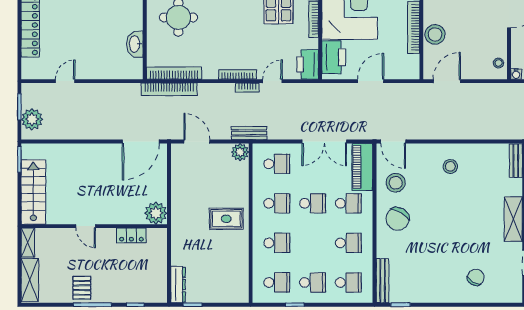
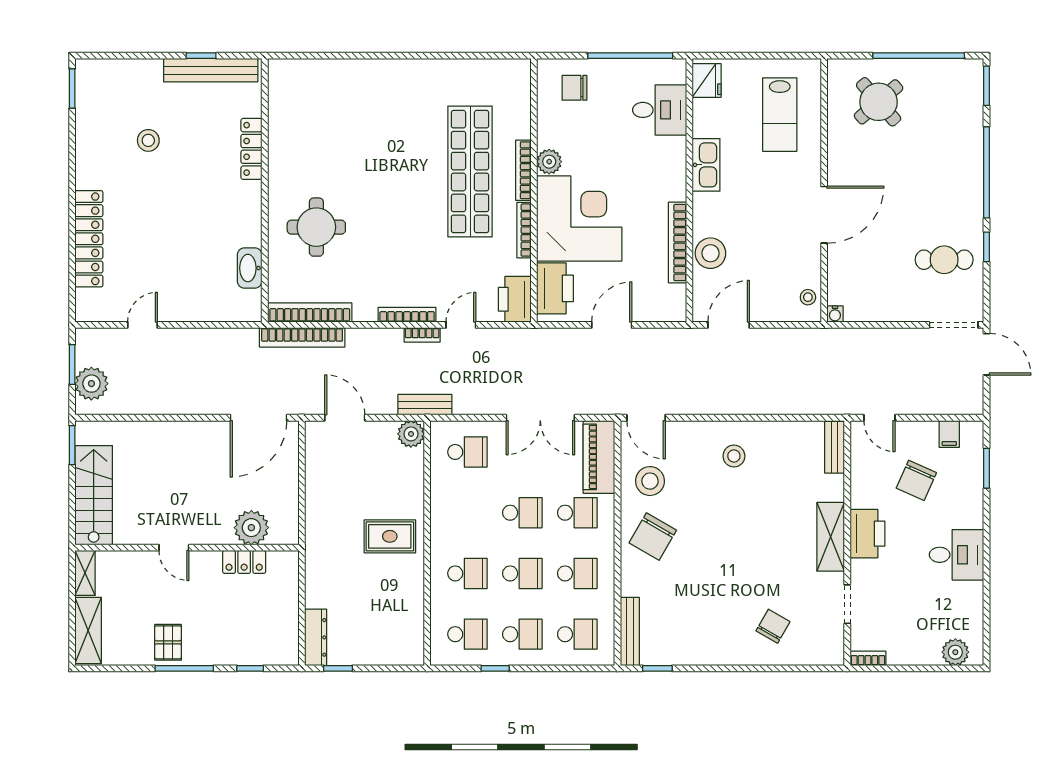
school desk: (277, 203) -> (522, 573), moved
plant: (156, 213) -> (251, 528), moved

